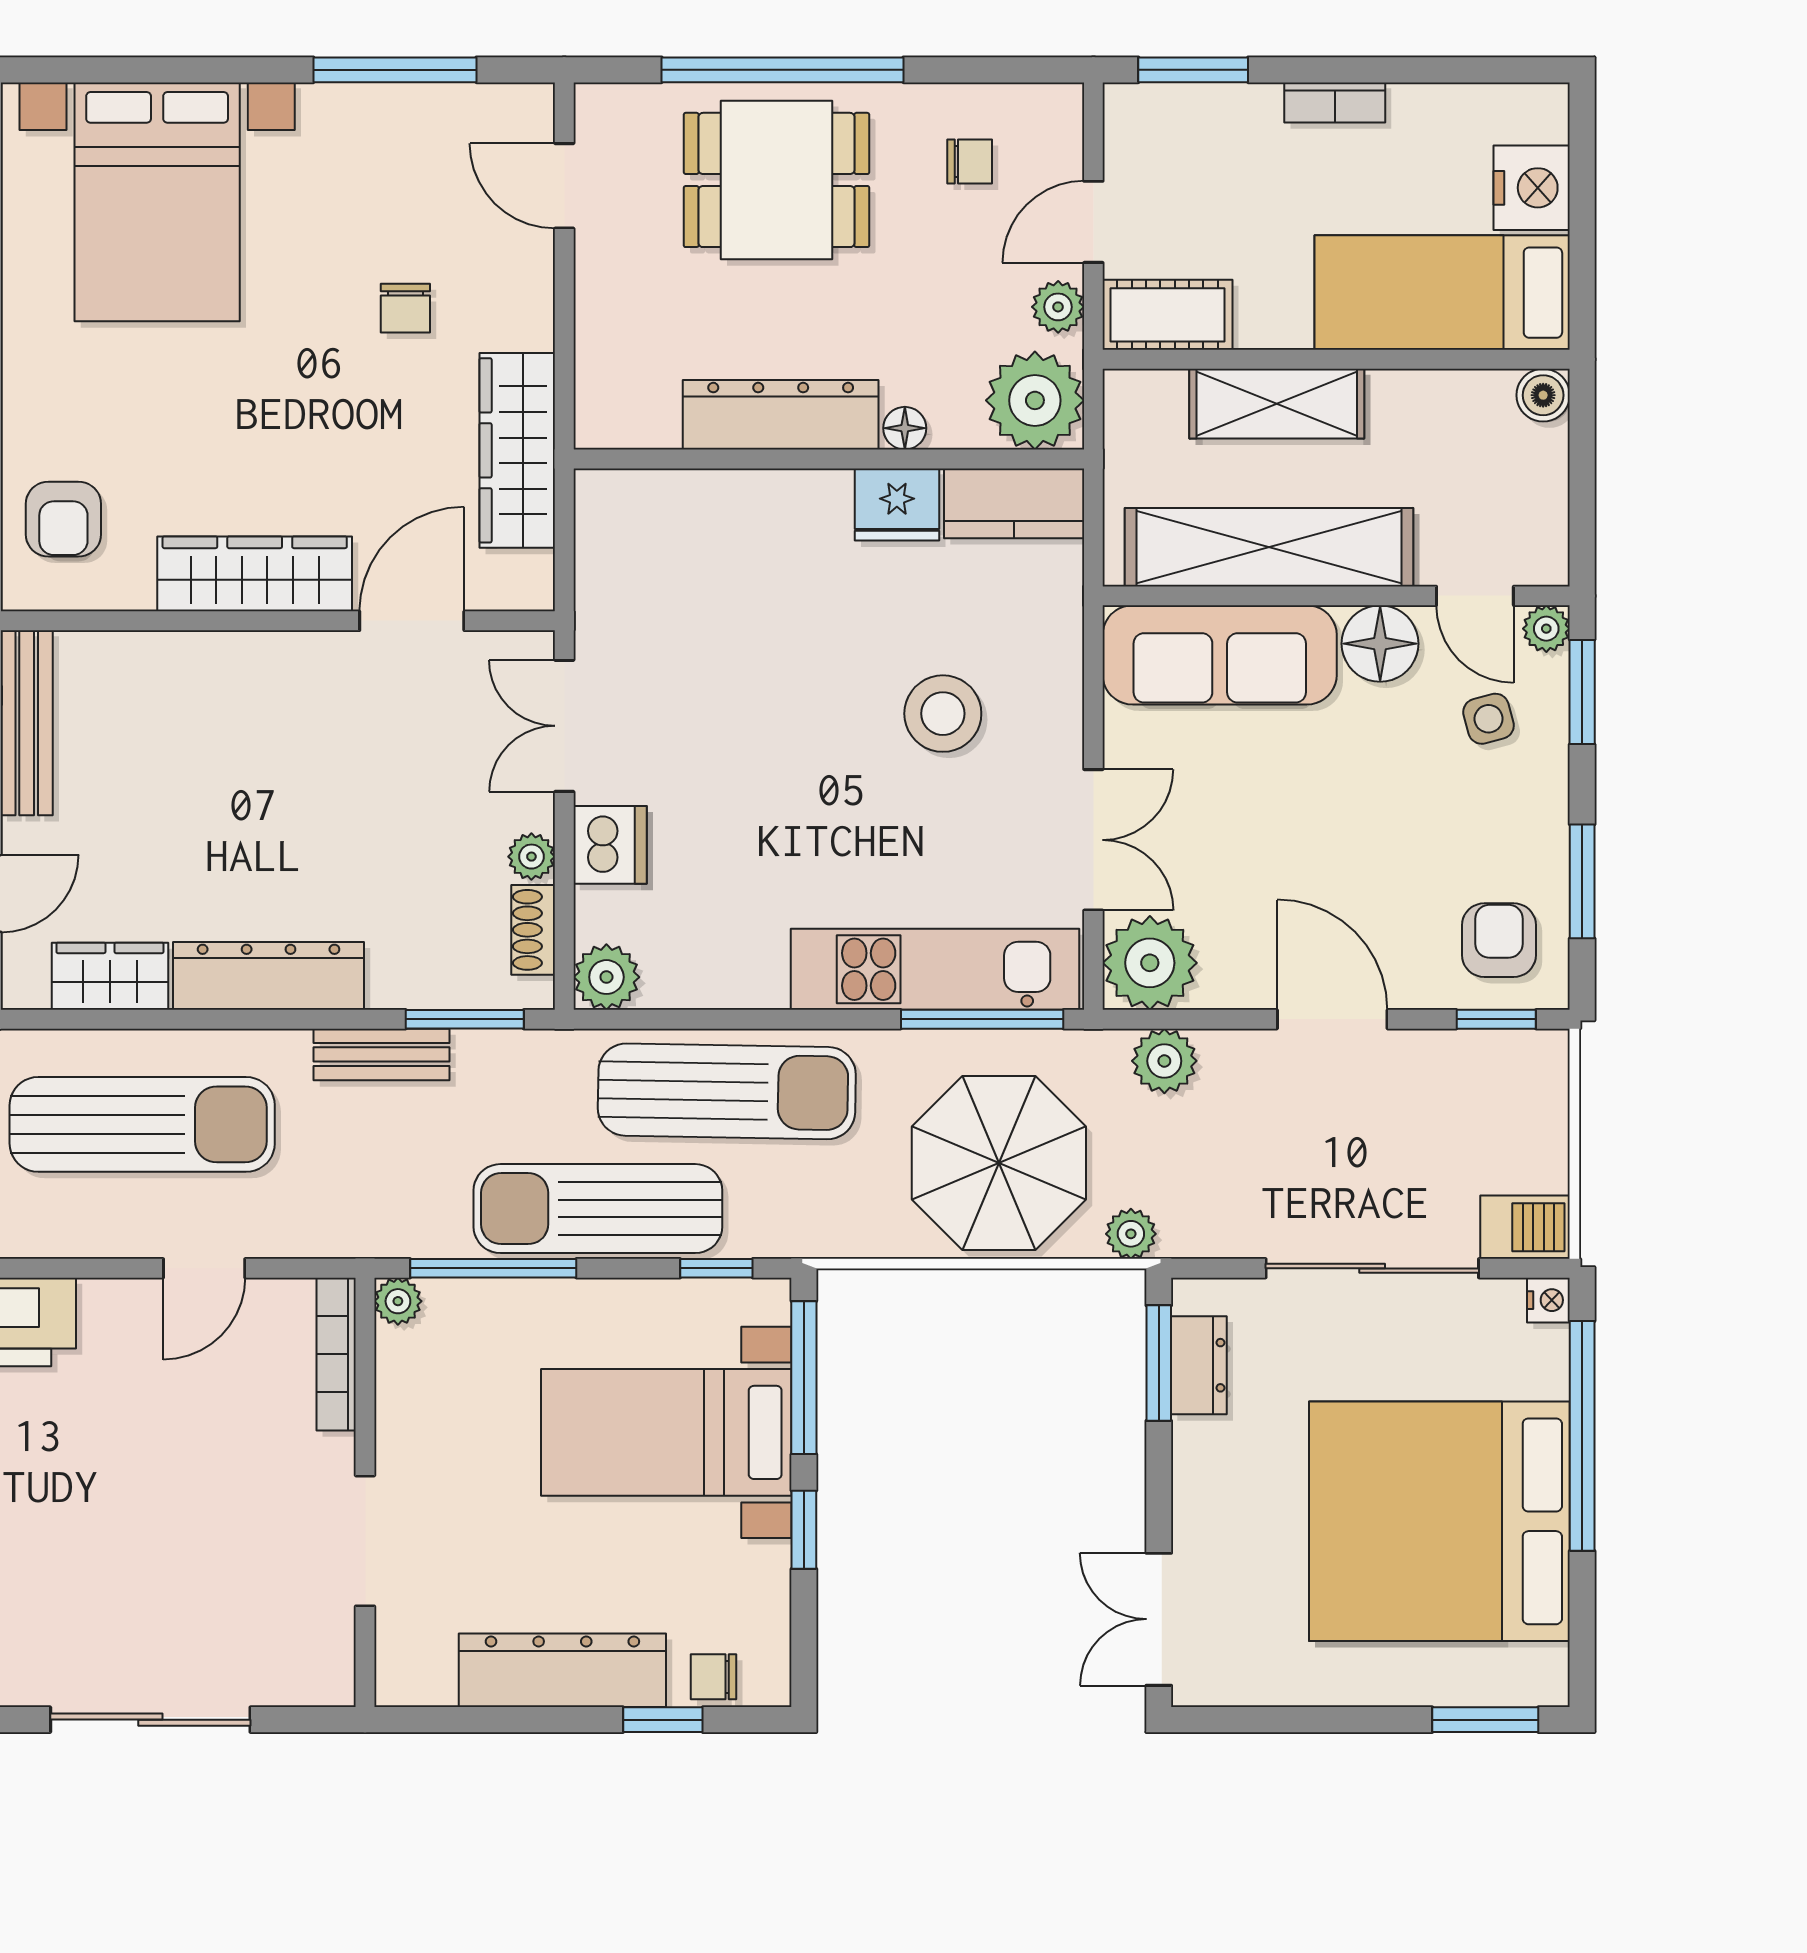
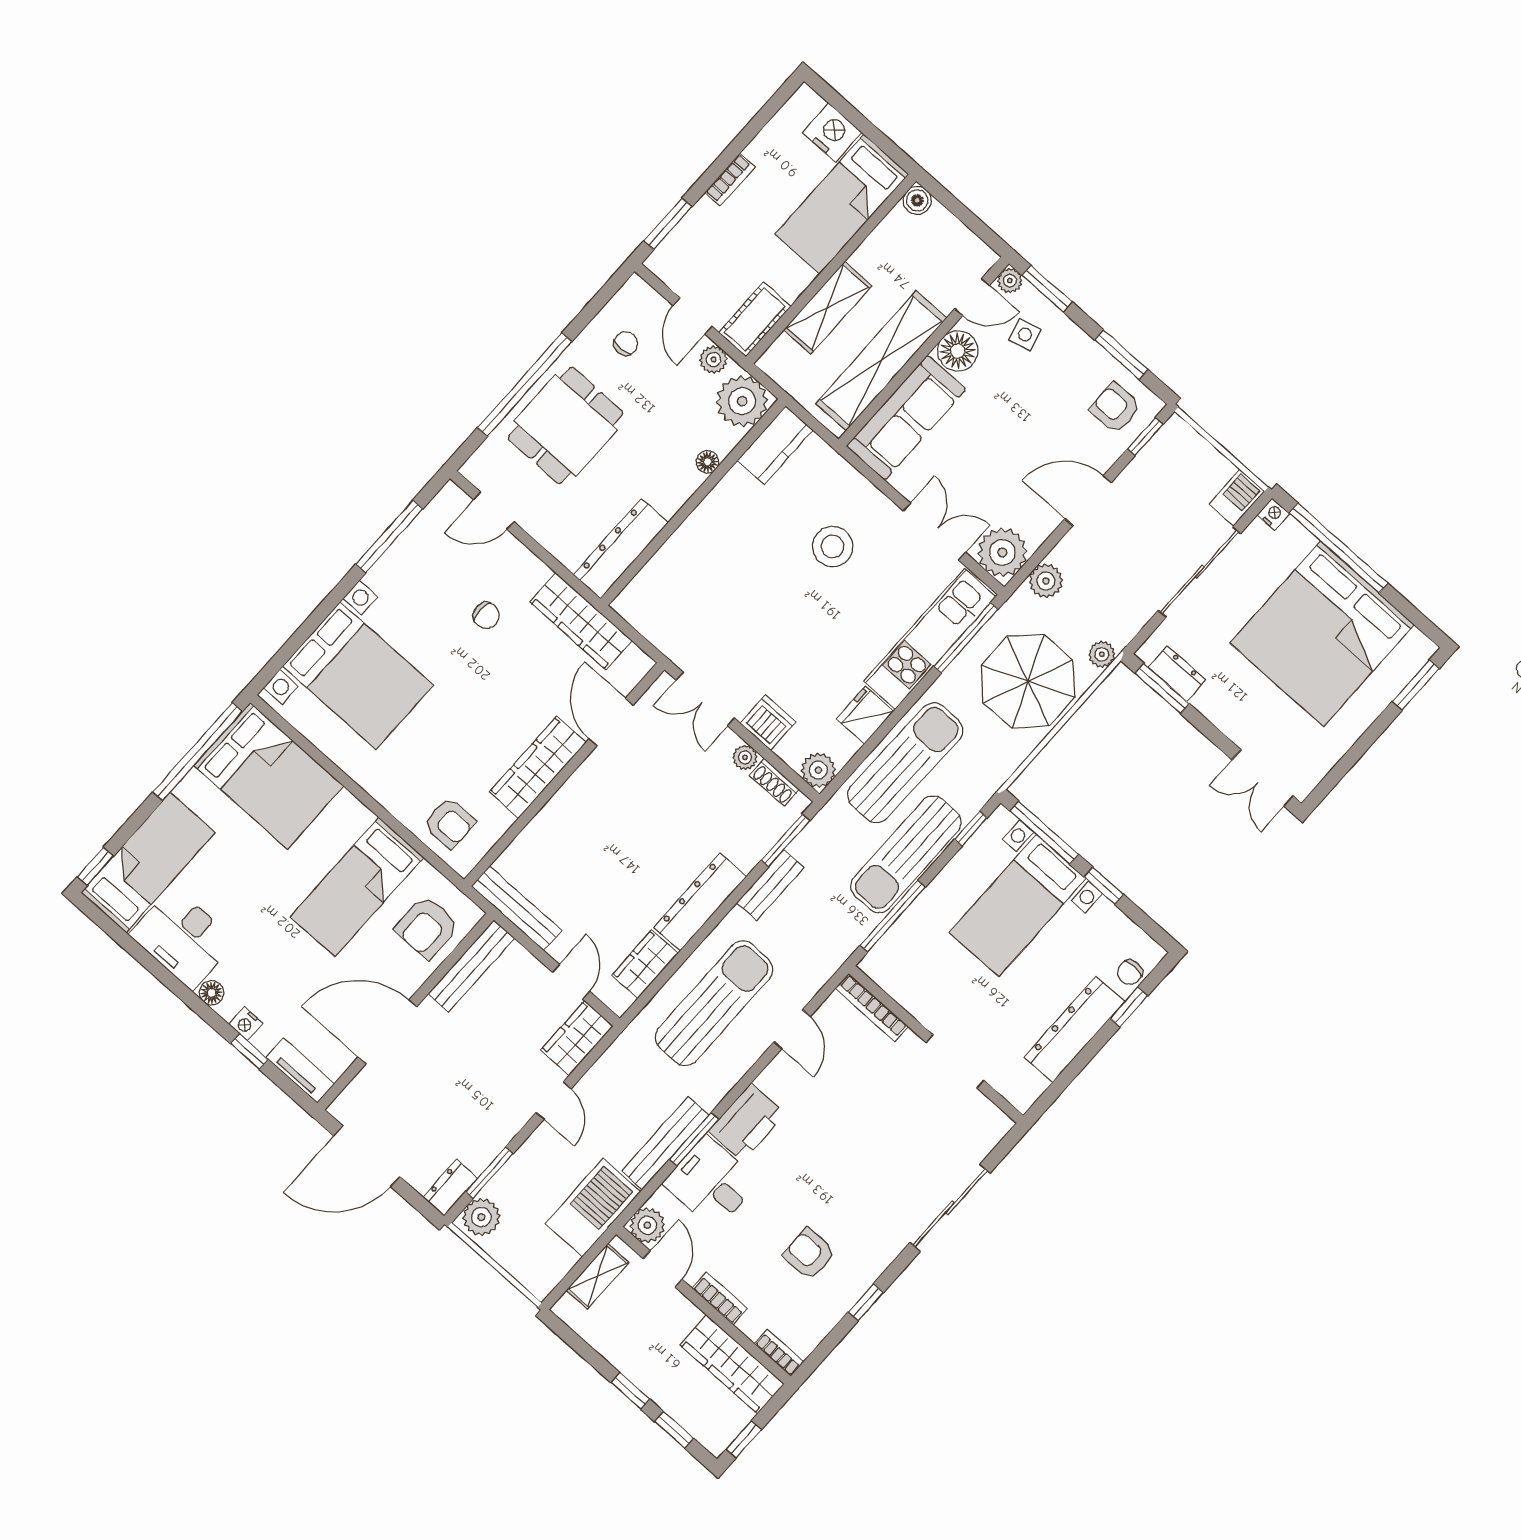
dresser: (781, 415) -> (621, 549), moved
fridge: (897, 505) -> (865, 715), moved, turned 180
plant: (398, 1301) -> (873, 965), removed

